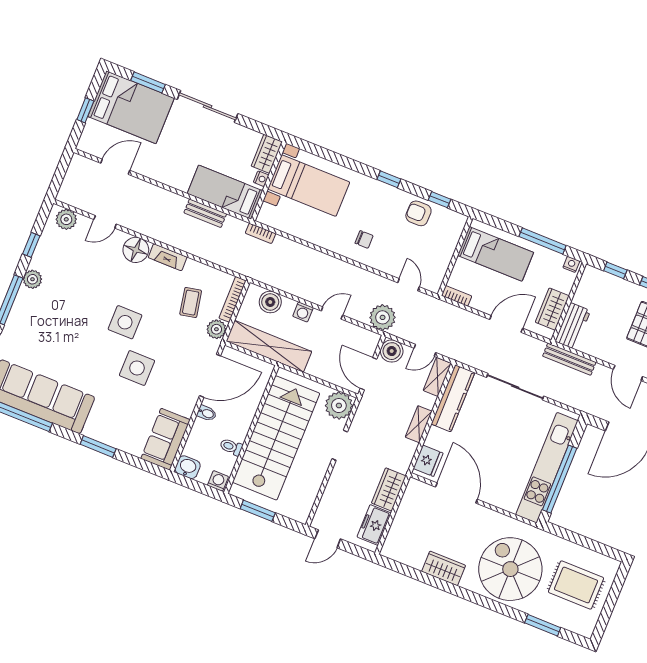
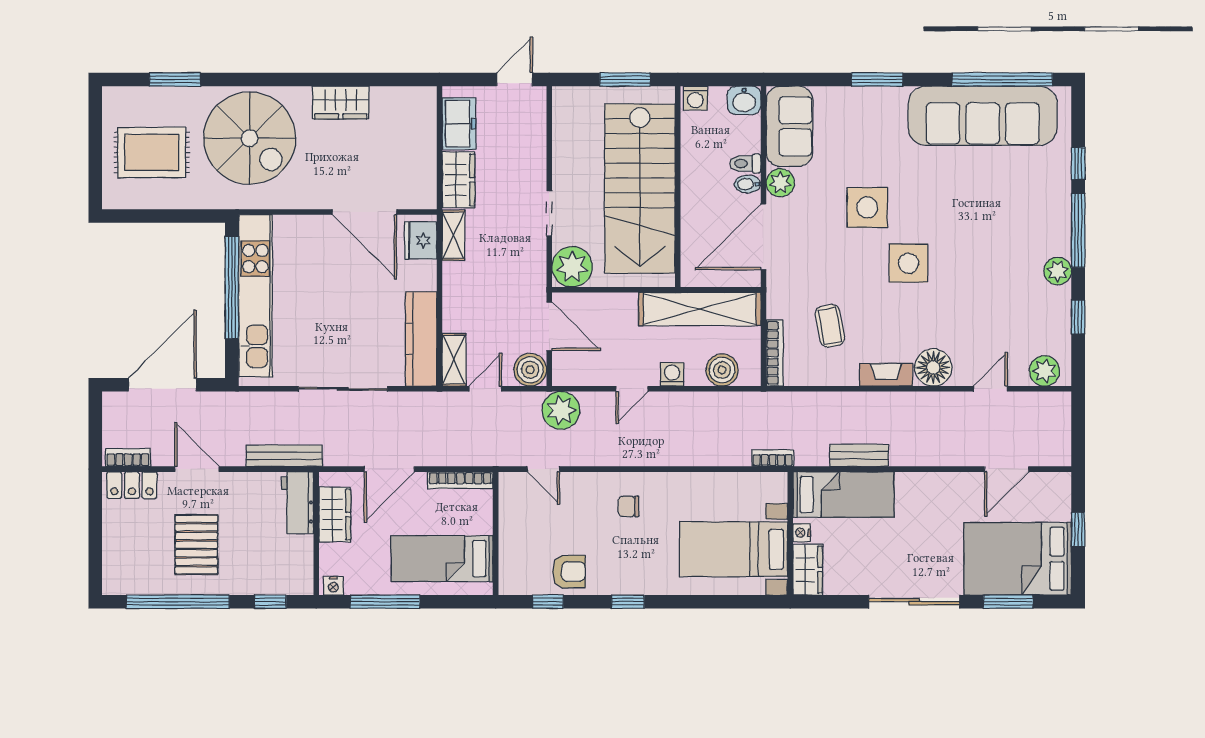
bookcase: (457, 296) -> (460, 480), width x1.56
plant: (216, 329) -> (780, 183), moved
shelving: (419, 424) -> (453, 235), moved
toilet: (231, 447) -> (745, 164), moved, turned 180

